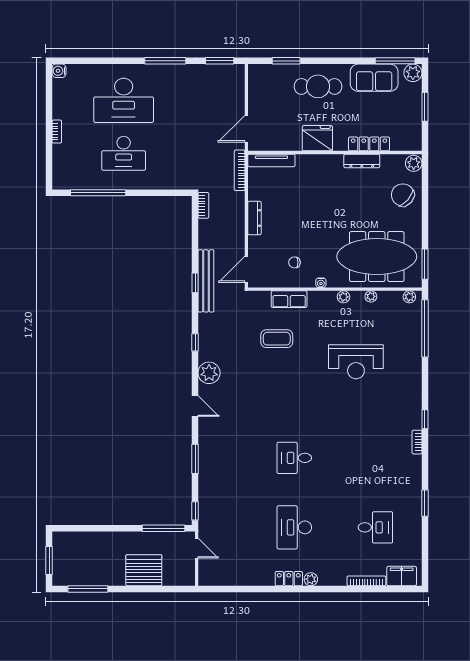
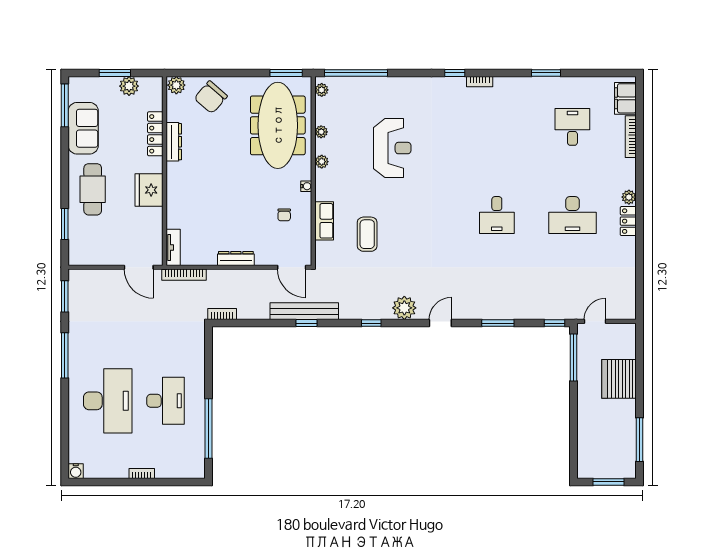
plant: (413, 73) -> (129, 86), moved
tv unit: (271, 160) -> (173, 247), width x0.71

